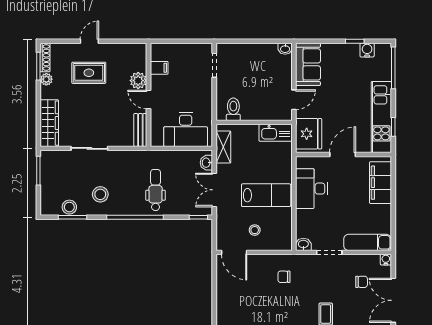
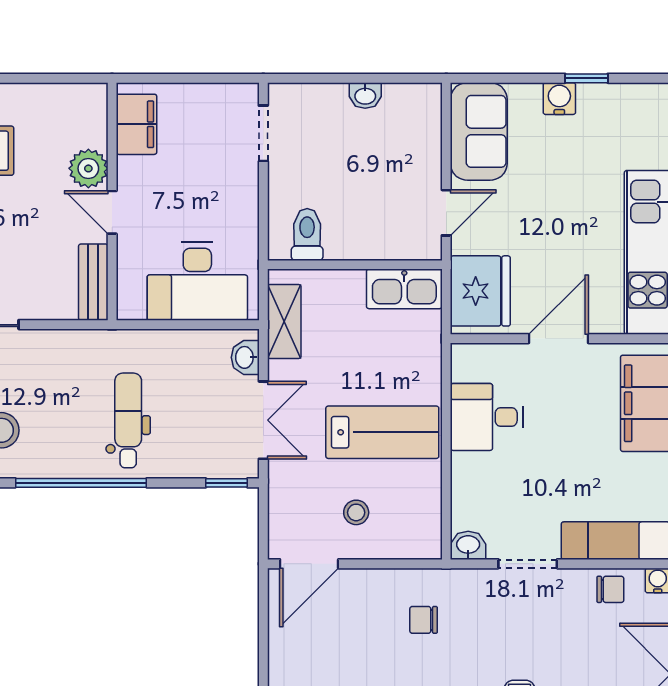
washbasin: (285, 49) -> (365, 95), moved
water cooler: (367, 50) -> (559, 99), moved
filing cabinet: (159, 68) -> (136, 124), width x2.00
desk: (311, 189) -> (487, 417), width x0.73
double door: (214, 190) -> (263, 420), swing flipped
door: (234, 252) -> (309, 564), hinge flipped
chair: (362, 282) -> (610, 589), moved

